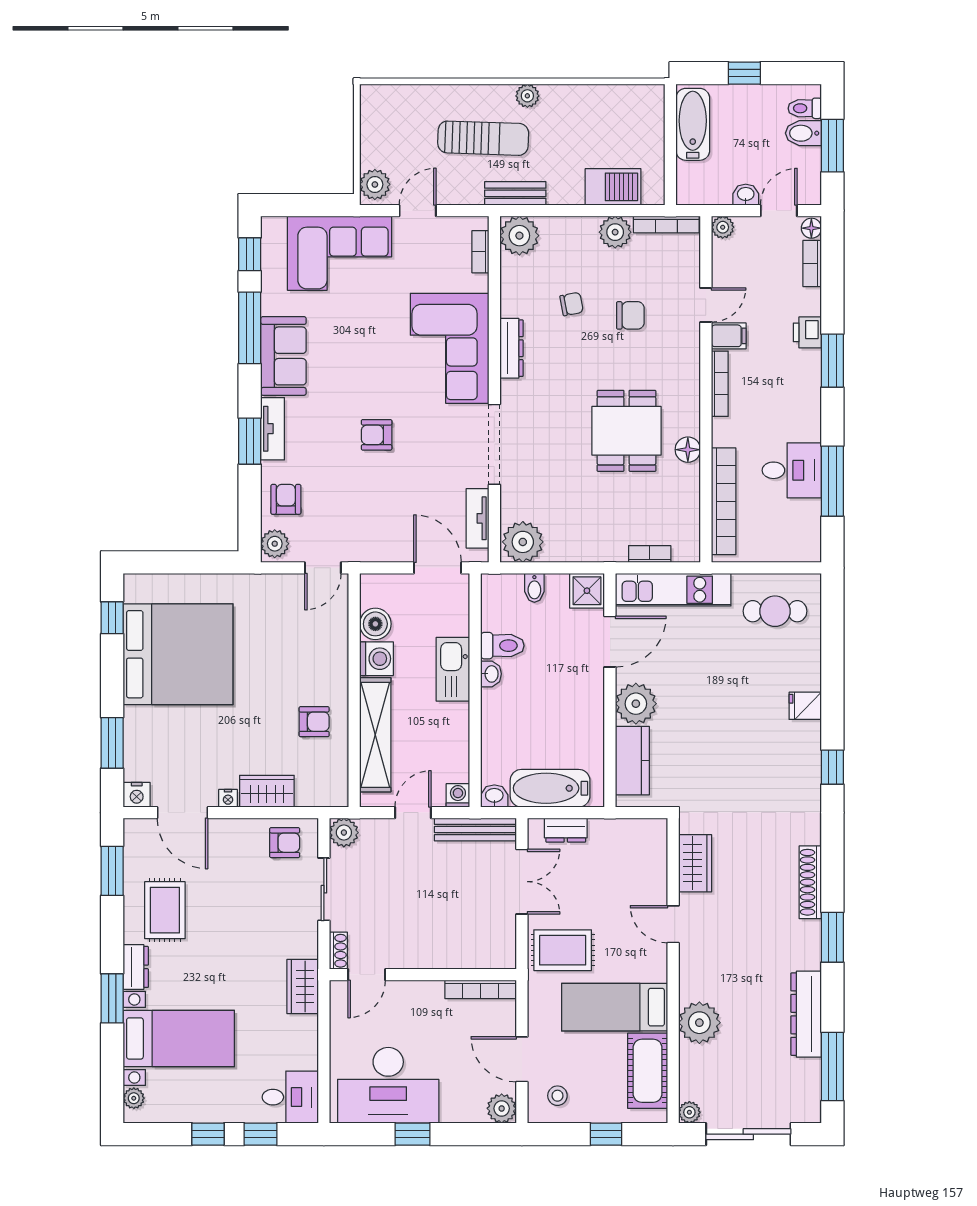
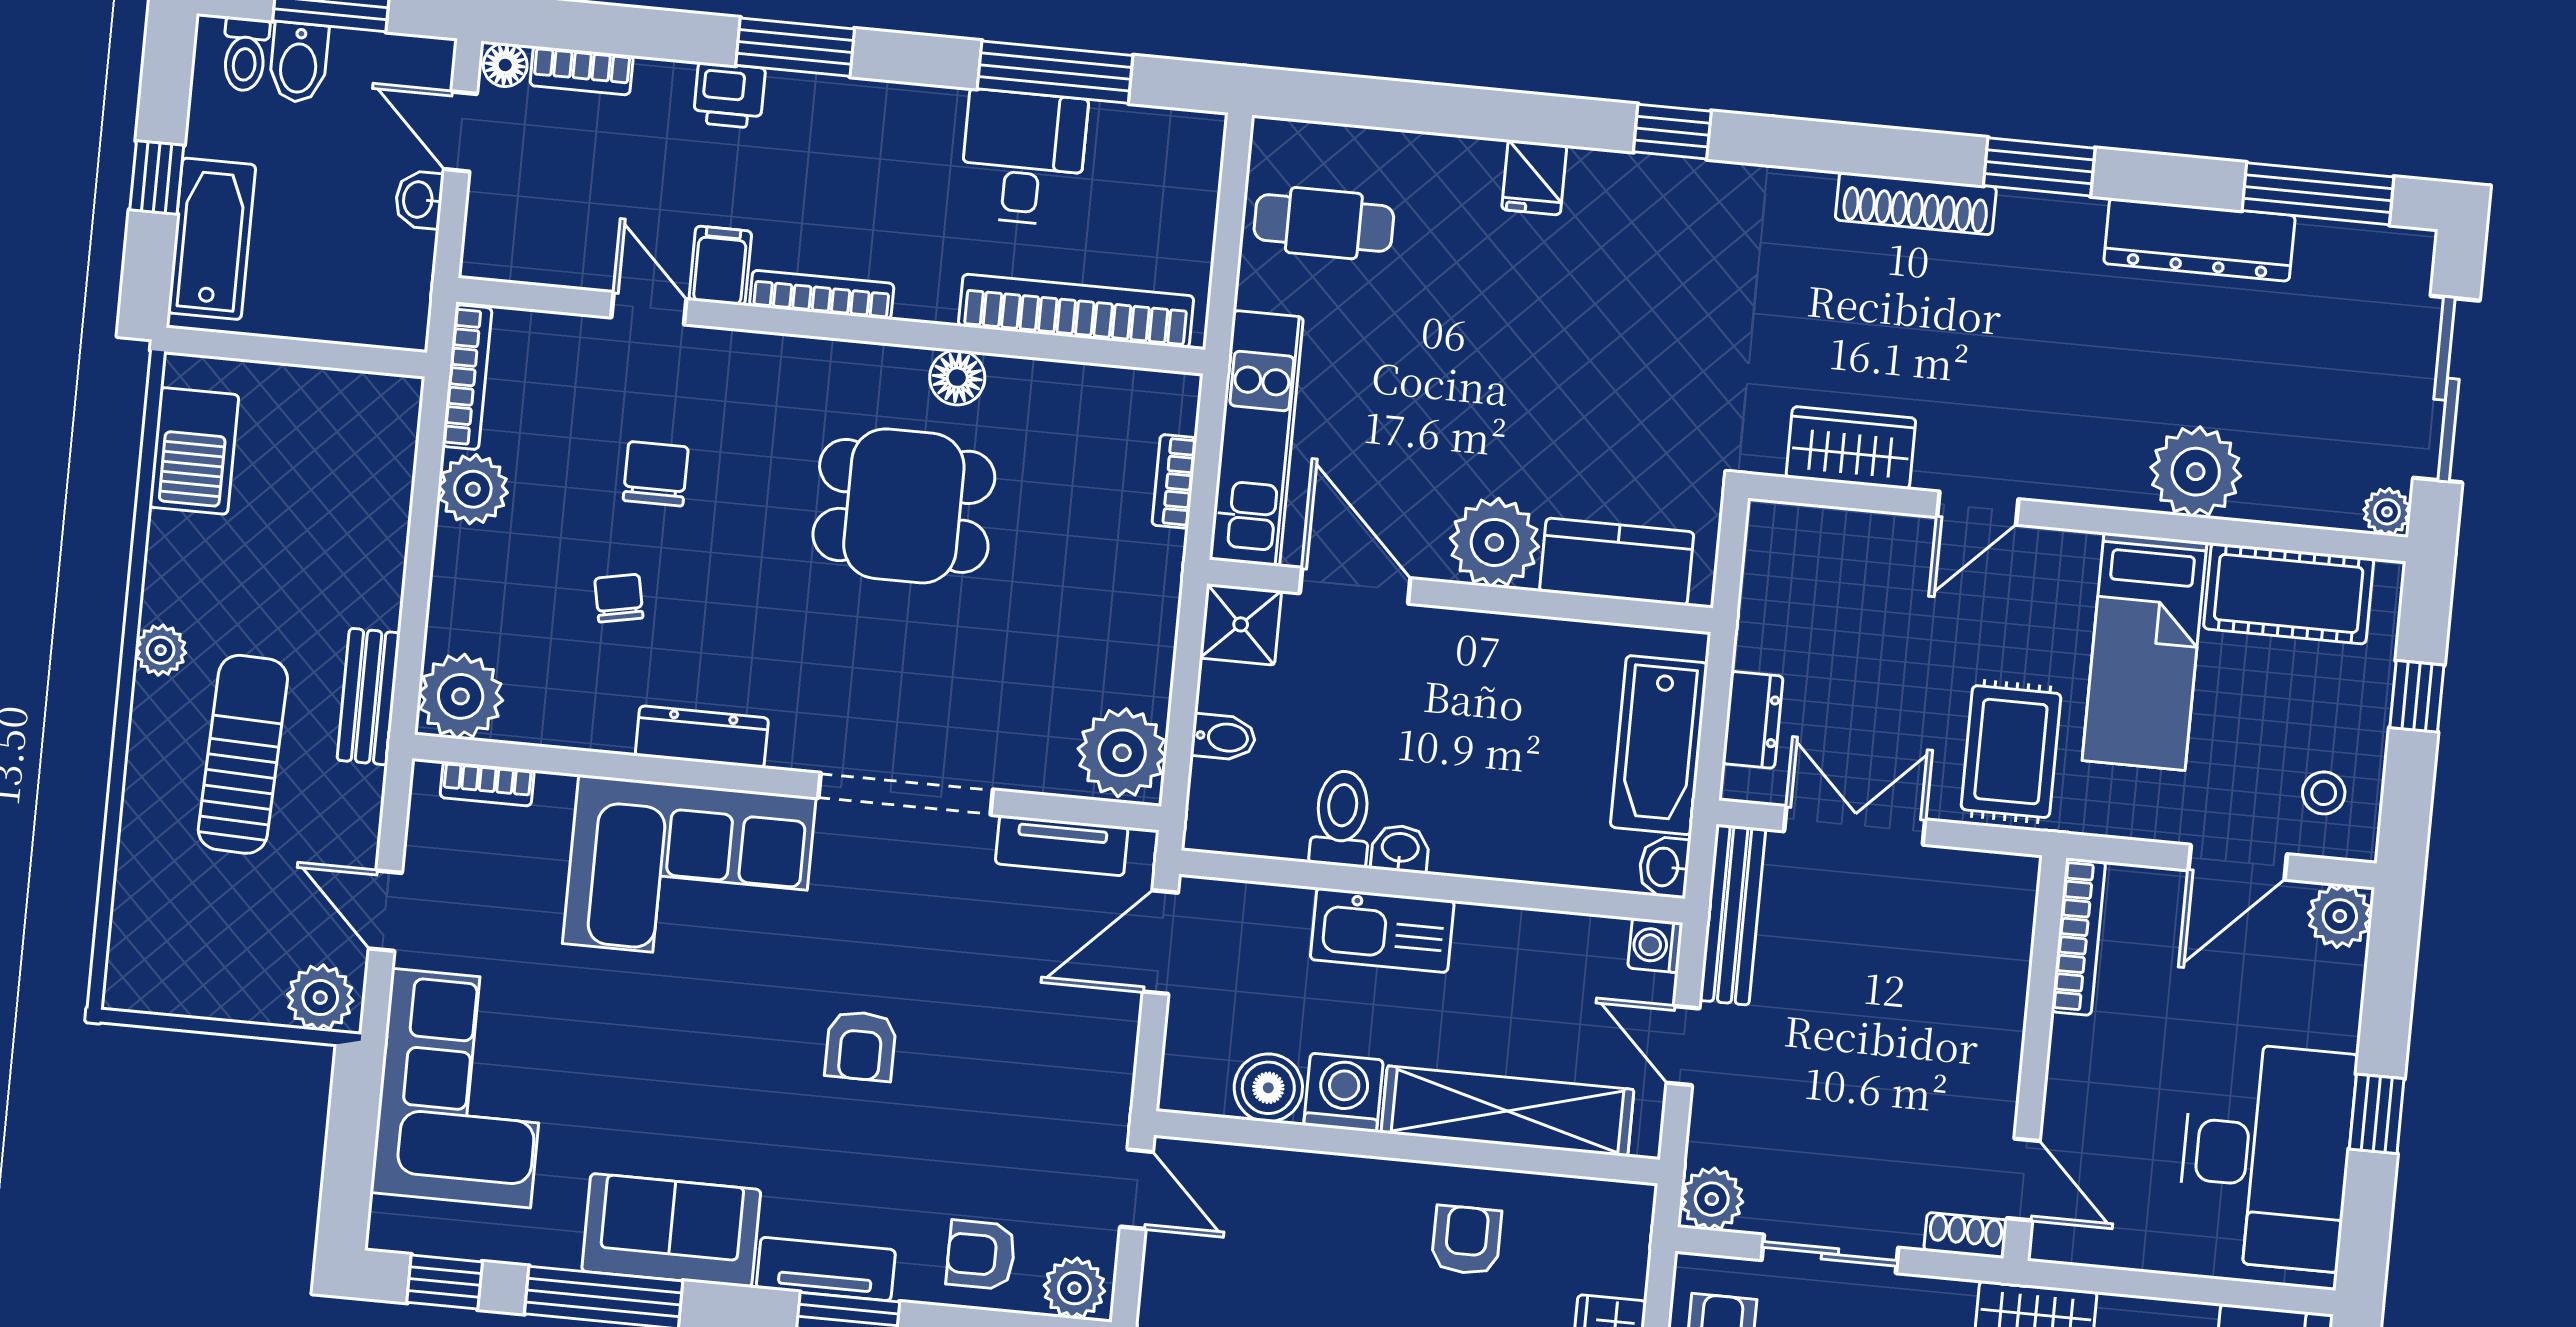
bathtub: (693, 124) -> (212, 239), moved, turned 90
barbecue: (613, 187) -> (194, 451), moved, turned 180
plant: (723, 227) -> (485, 256), removed
cafe table: (775, 611) -> (1324, 223), turned 90

